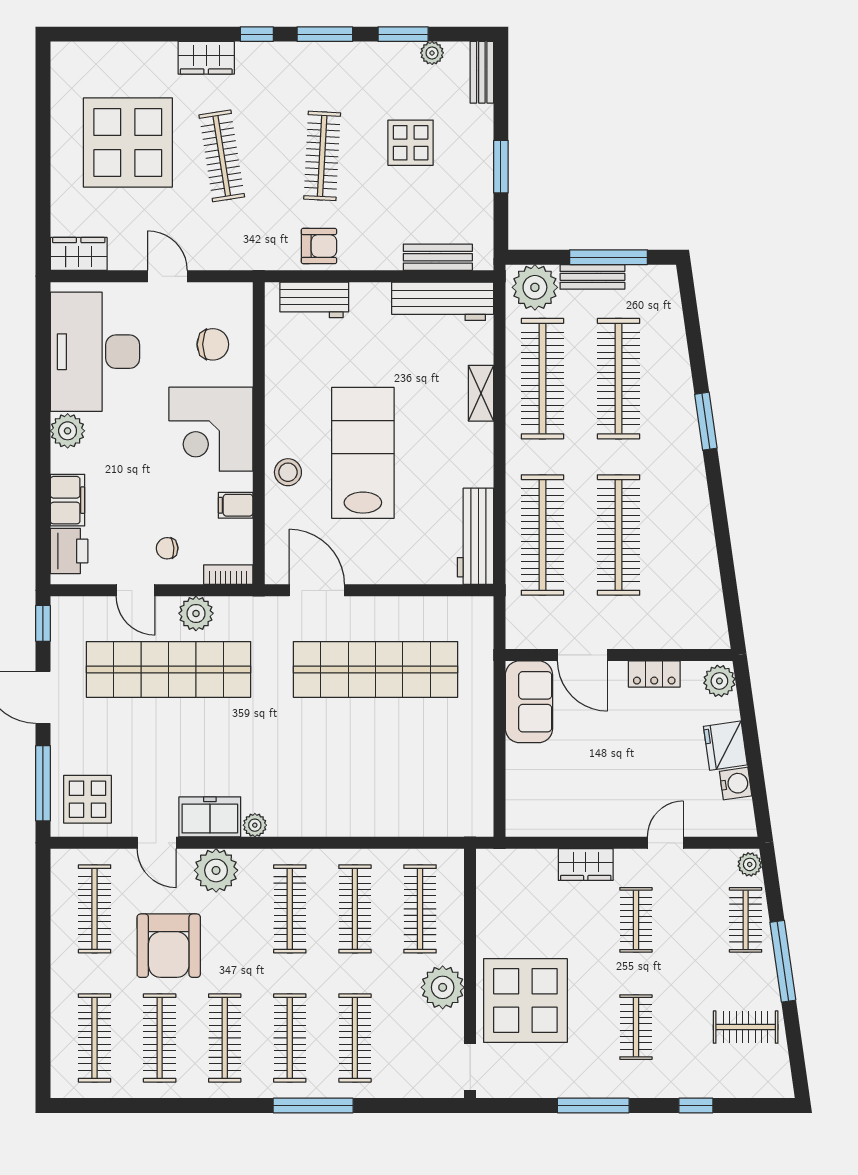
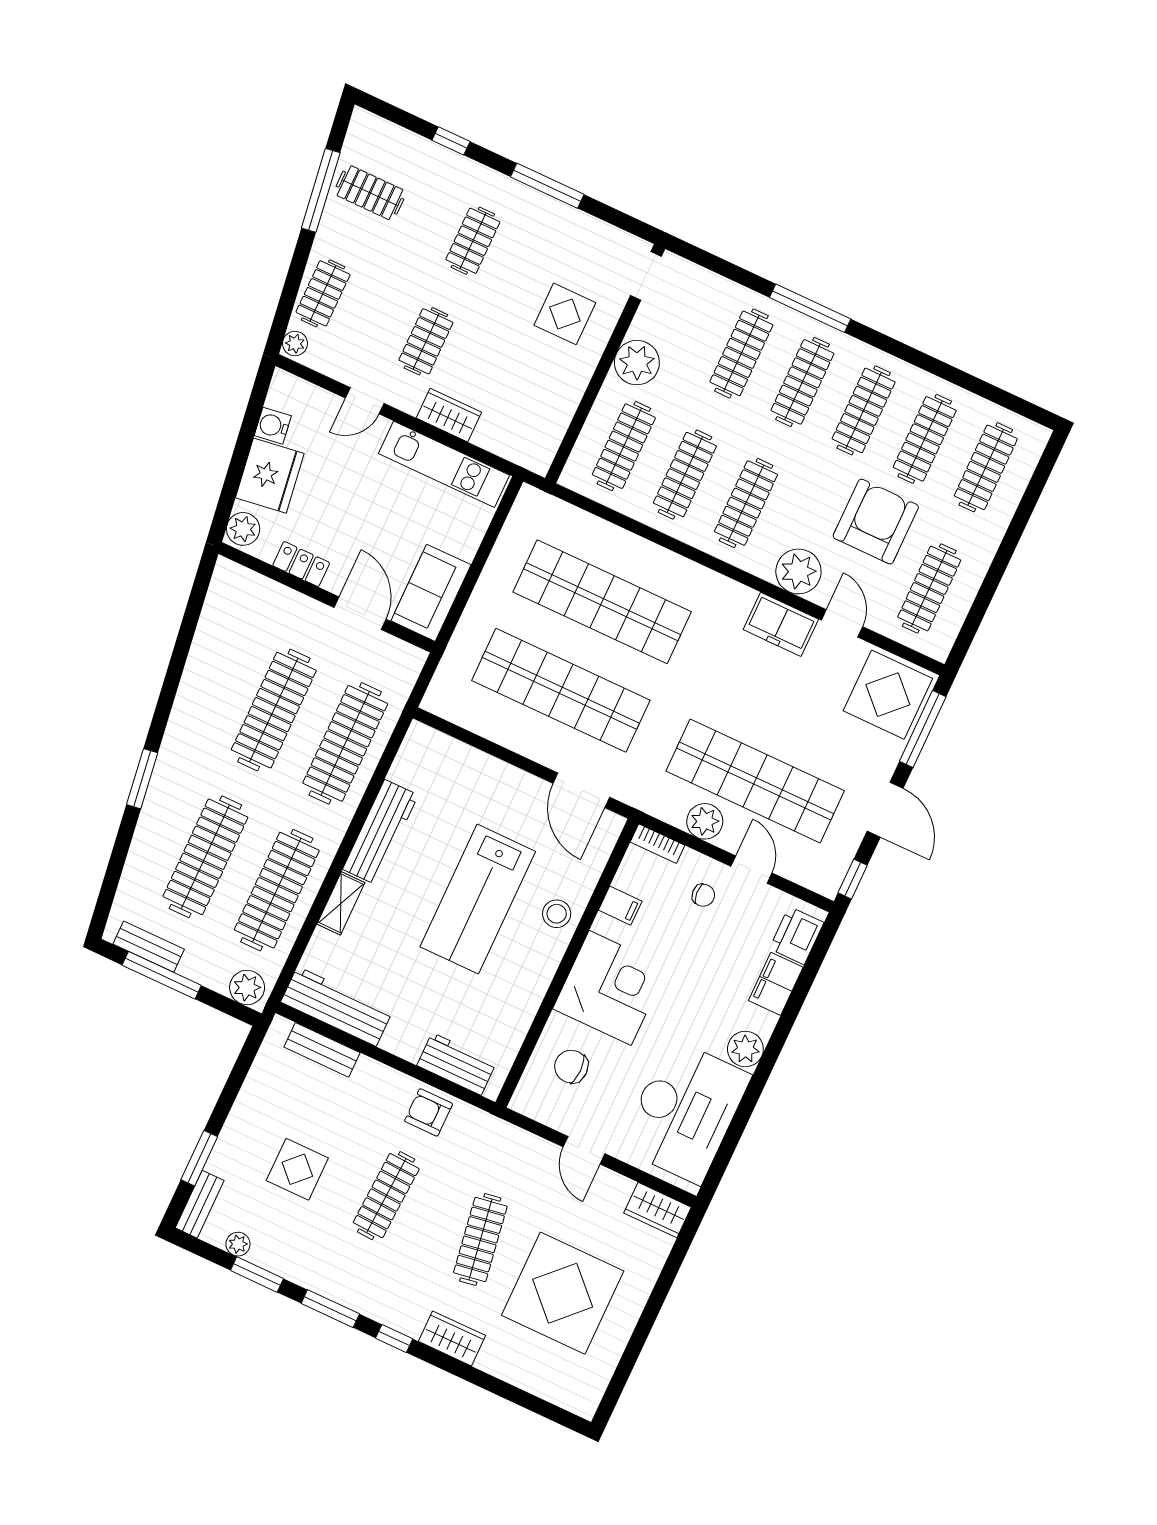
window: (501, 167) -> (199, 1158), moved
bench: (592, 277) -> (149, 947), moved
plant: (535, 287) -> (247, 987), width x0.73, depth x0.73
workbench: (475, 536) -> (380, 832), moved
fridge: (725, 746) -> (270, 476), width x1.36, depth x1.34
shop shelf: (375, 764) -> (602, 602), added
display table: (87, 799) -> (888, 695), width x1.36, depth x1.36
kitchen unit: (570, 820) -> (444, 464), added
plant: (255, 825) -> (742, 597), removed
window: (783, 961) -> (321, 190), moved
display table: (525, 1000) -> (565, 314), width x0.54, depth x0.54

